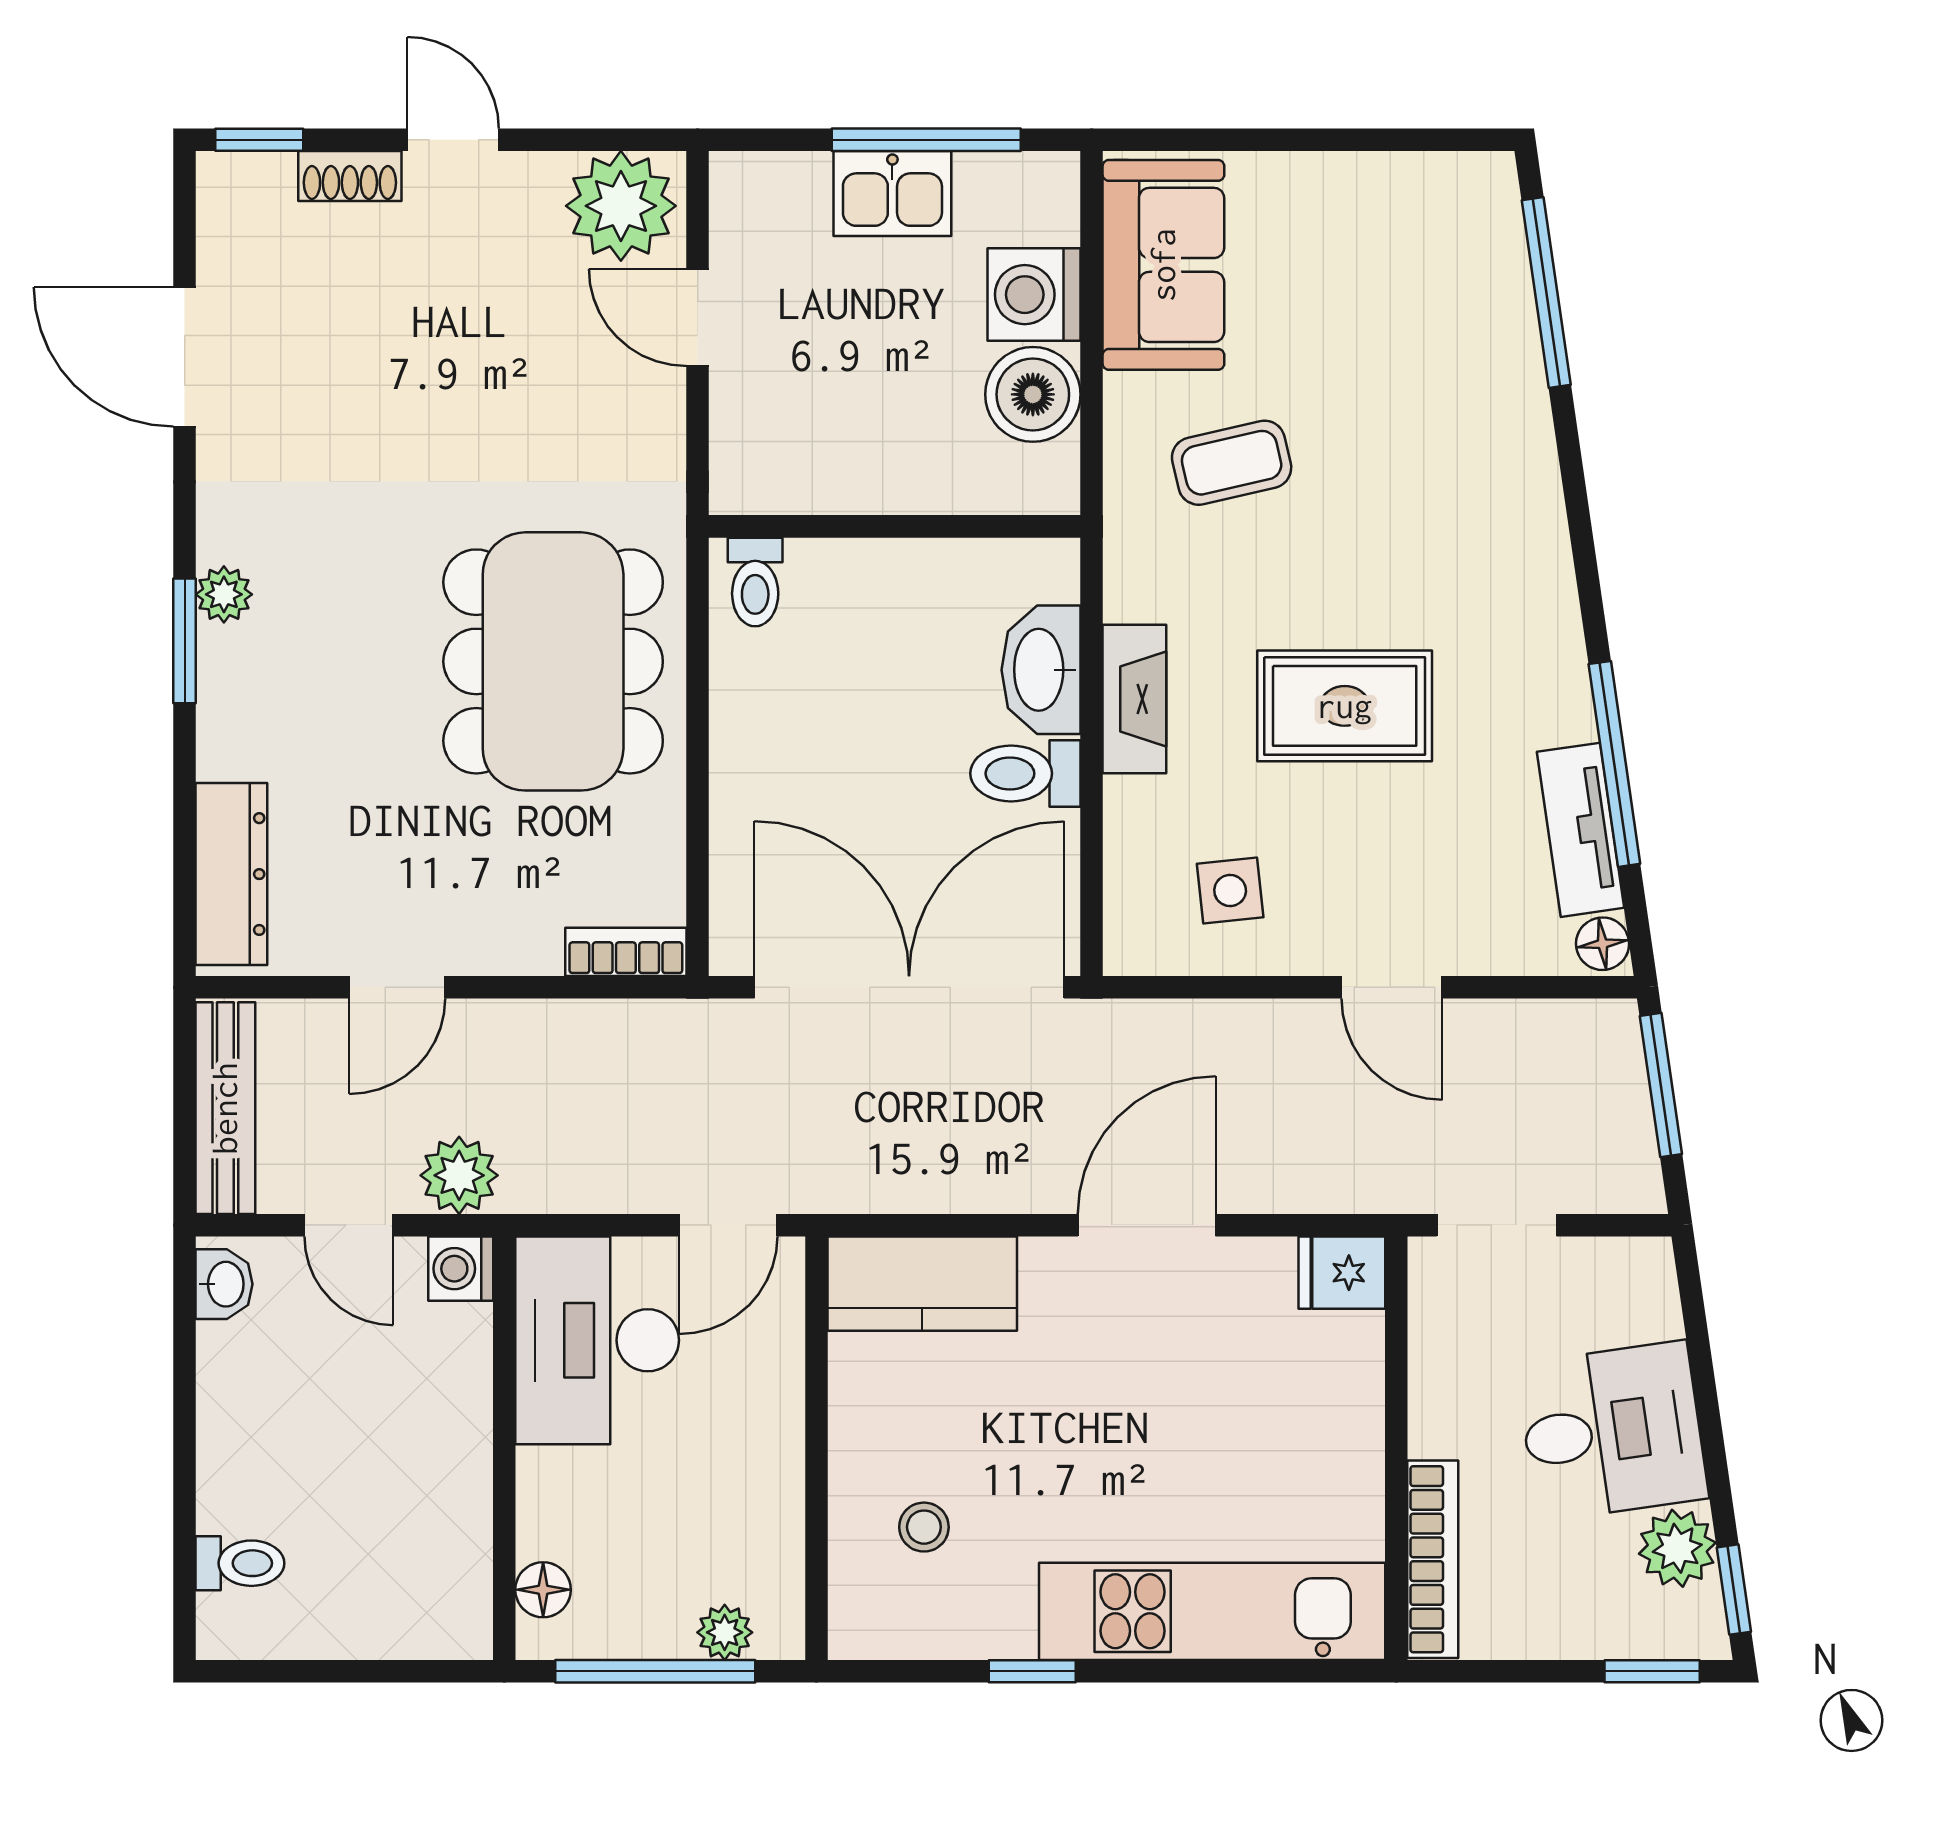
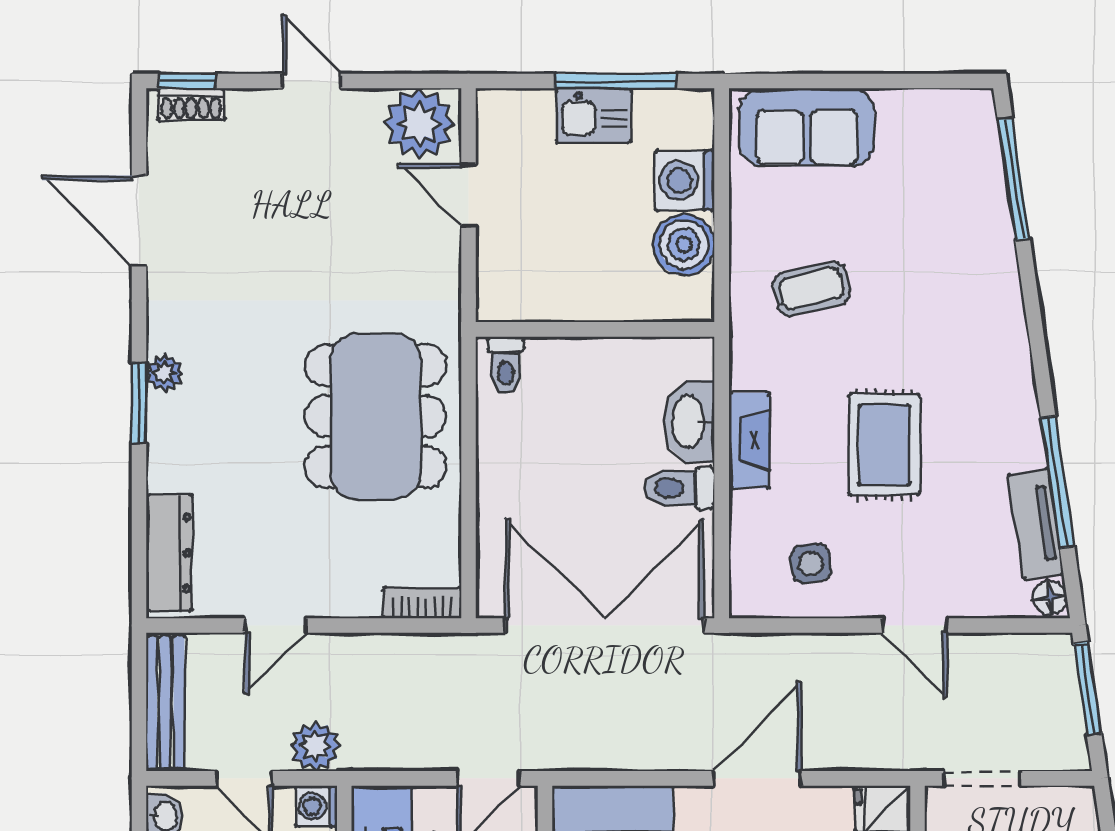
shoe rack: (350, 176) -> (191, 104), moved
sofa: (1163, 265) -> (807, 127), moved, turned 90
rug: (1345, 706) -> (884, 445), turned 90

